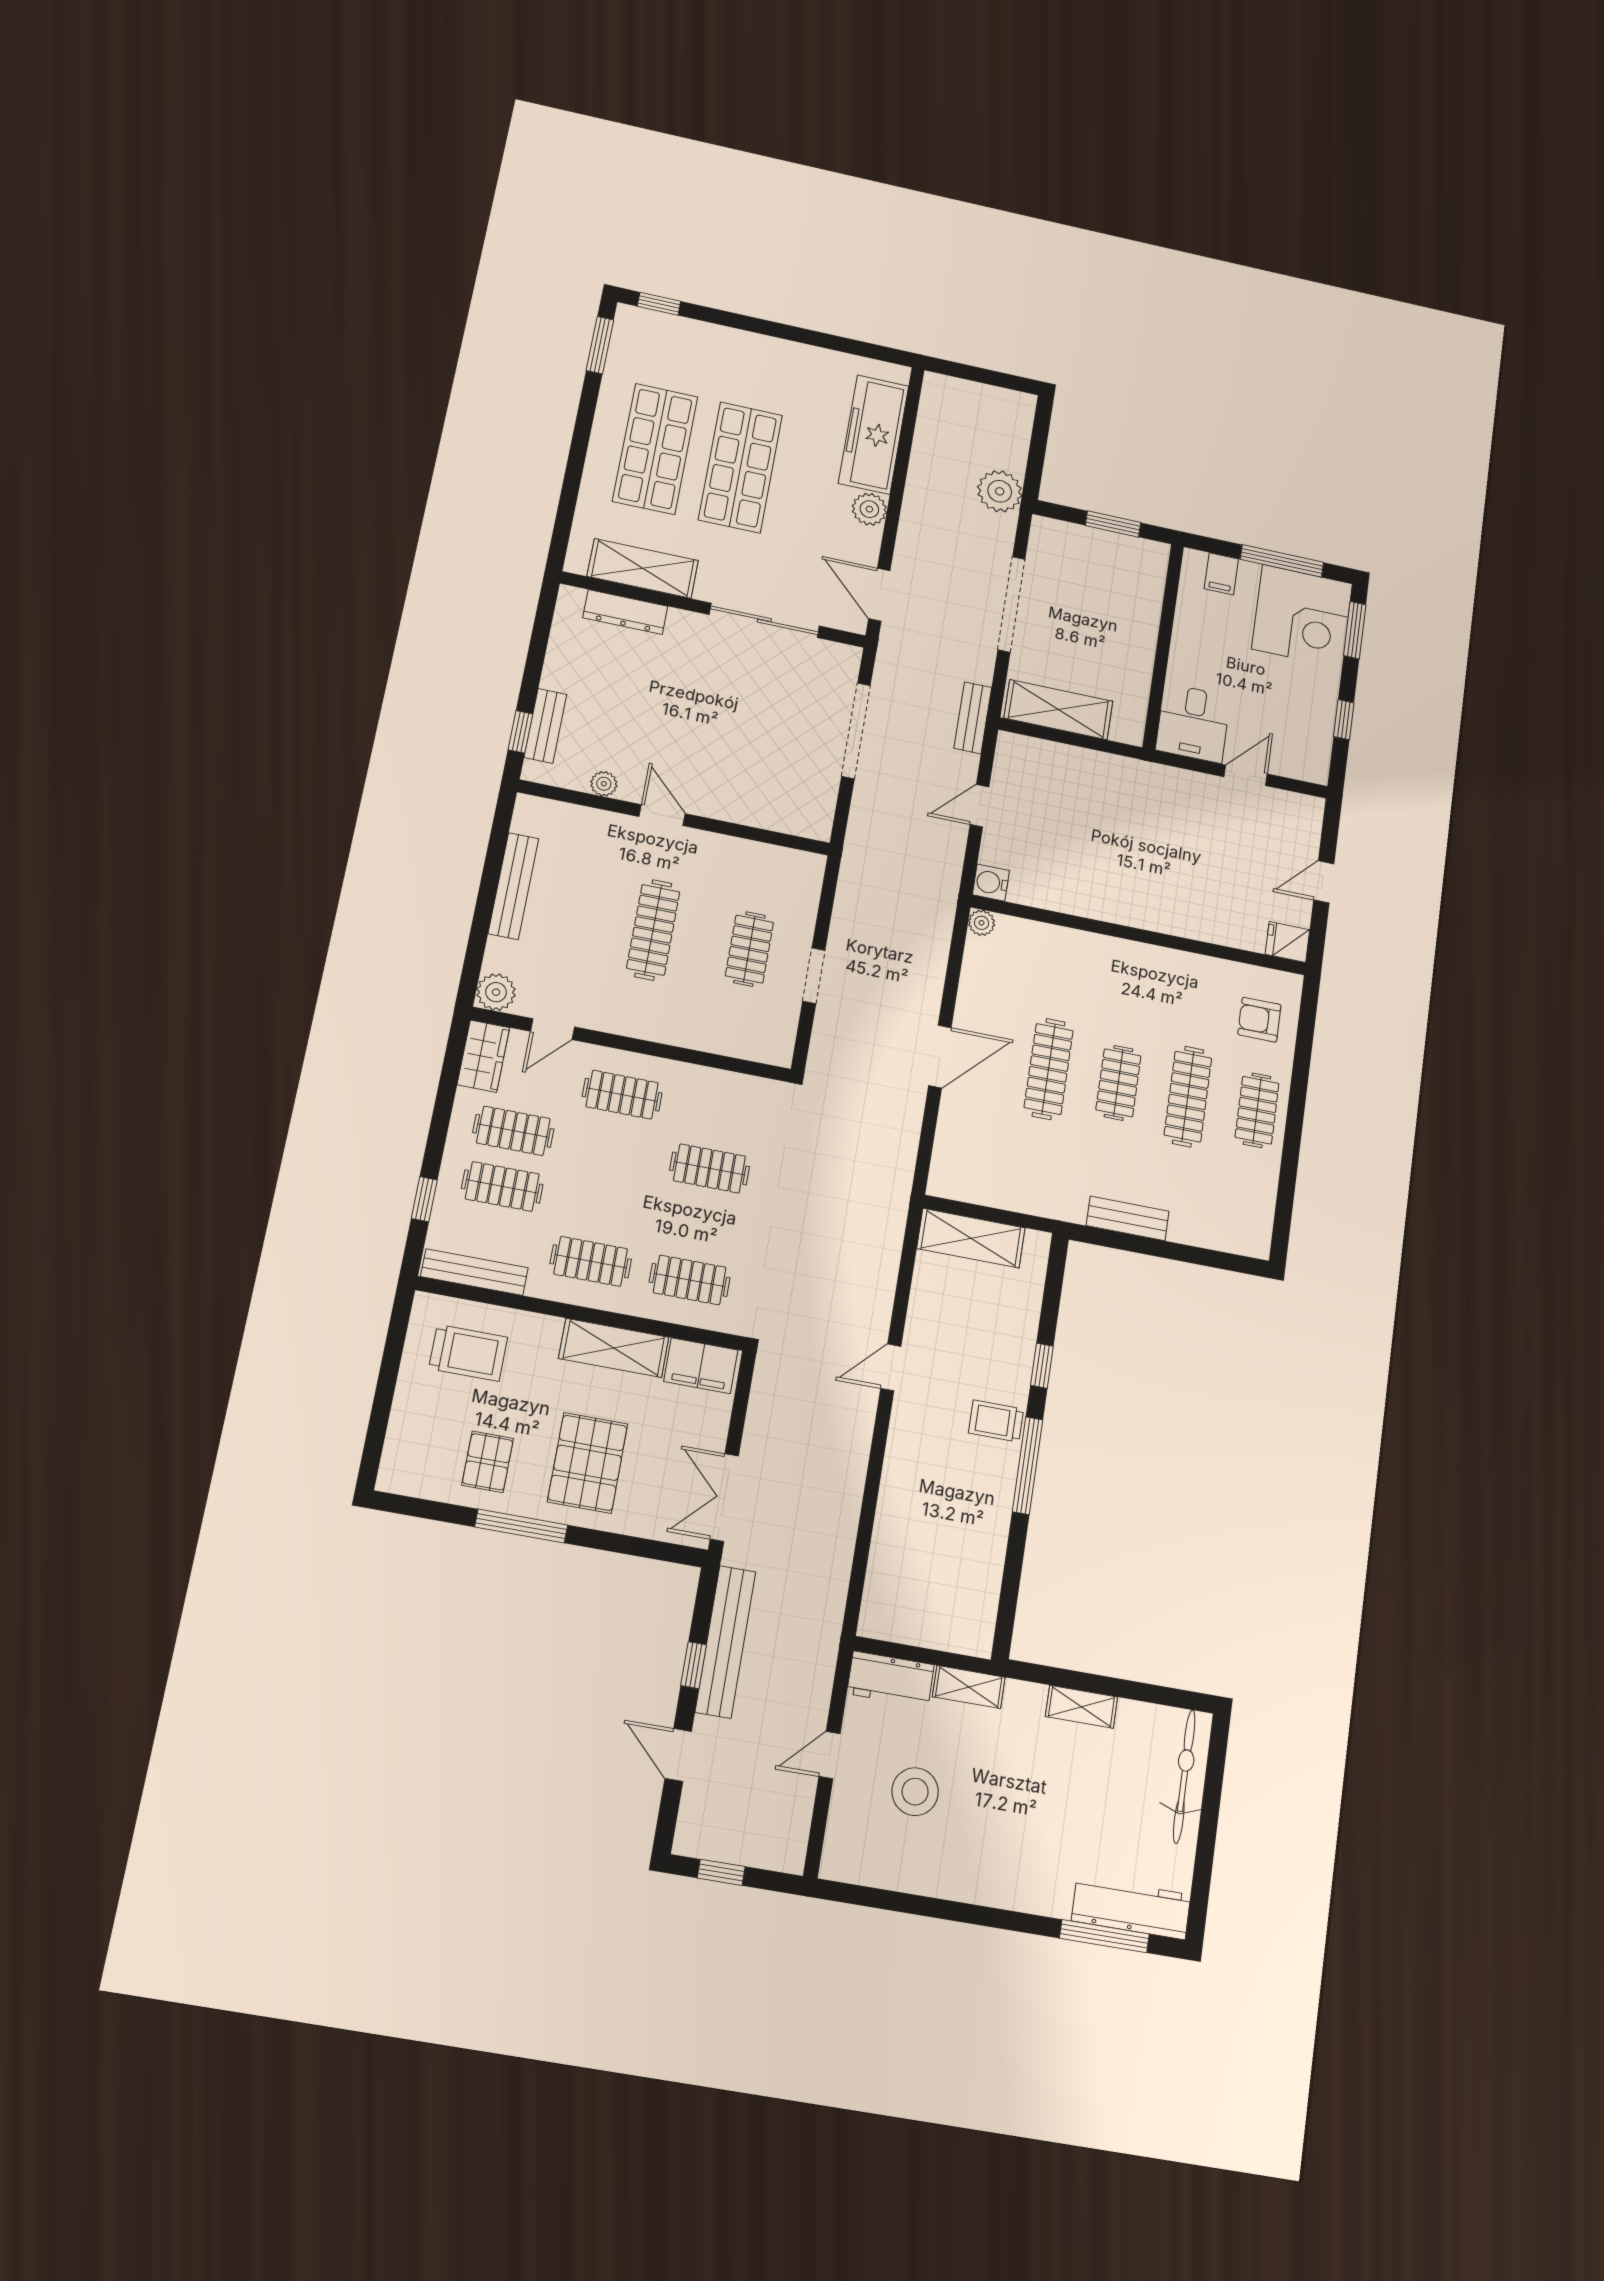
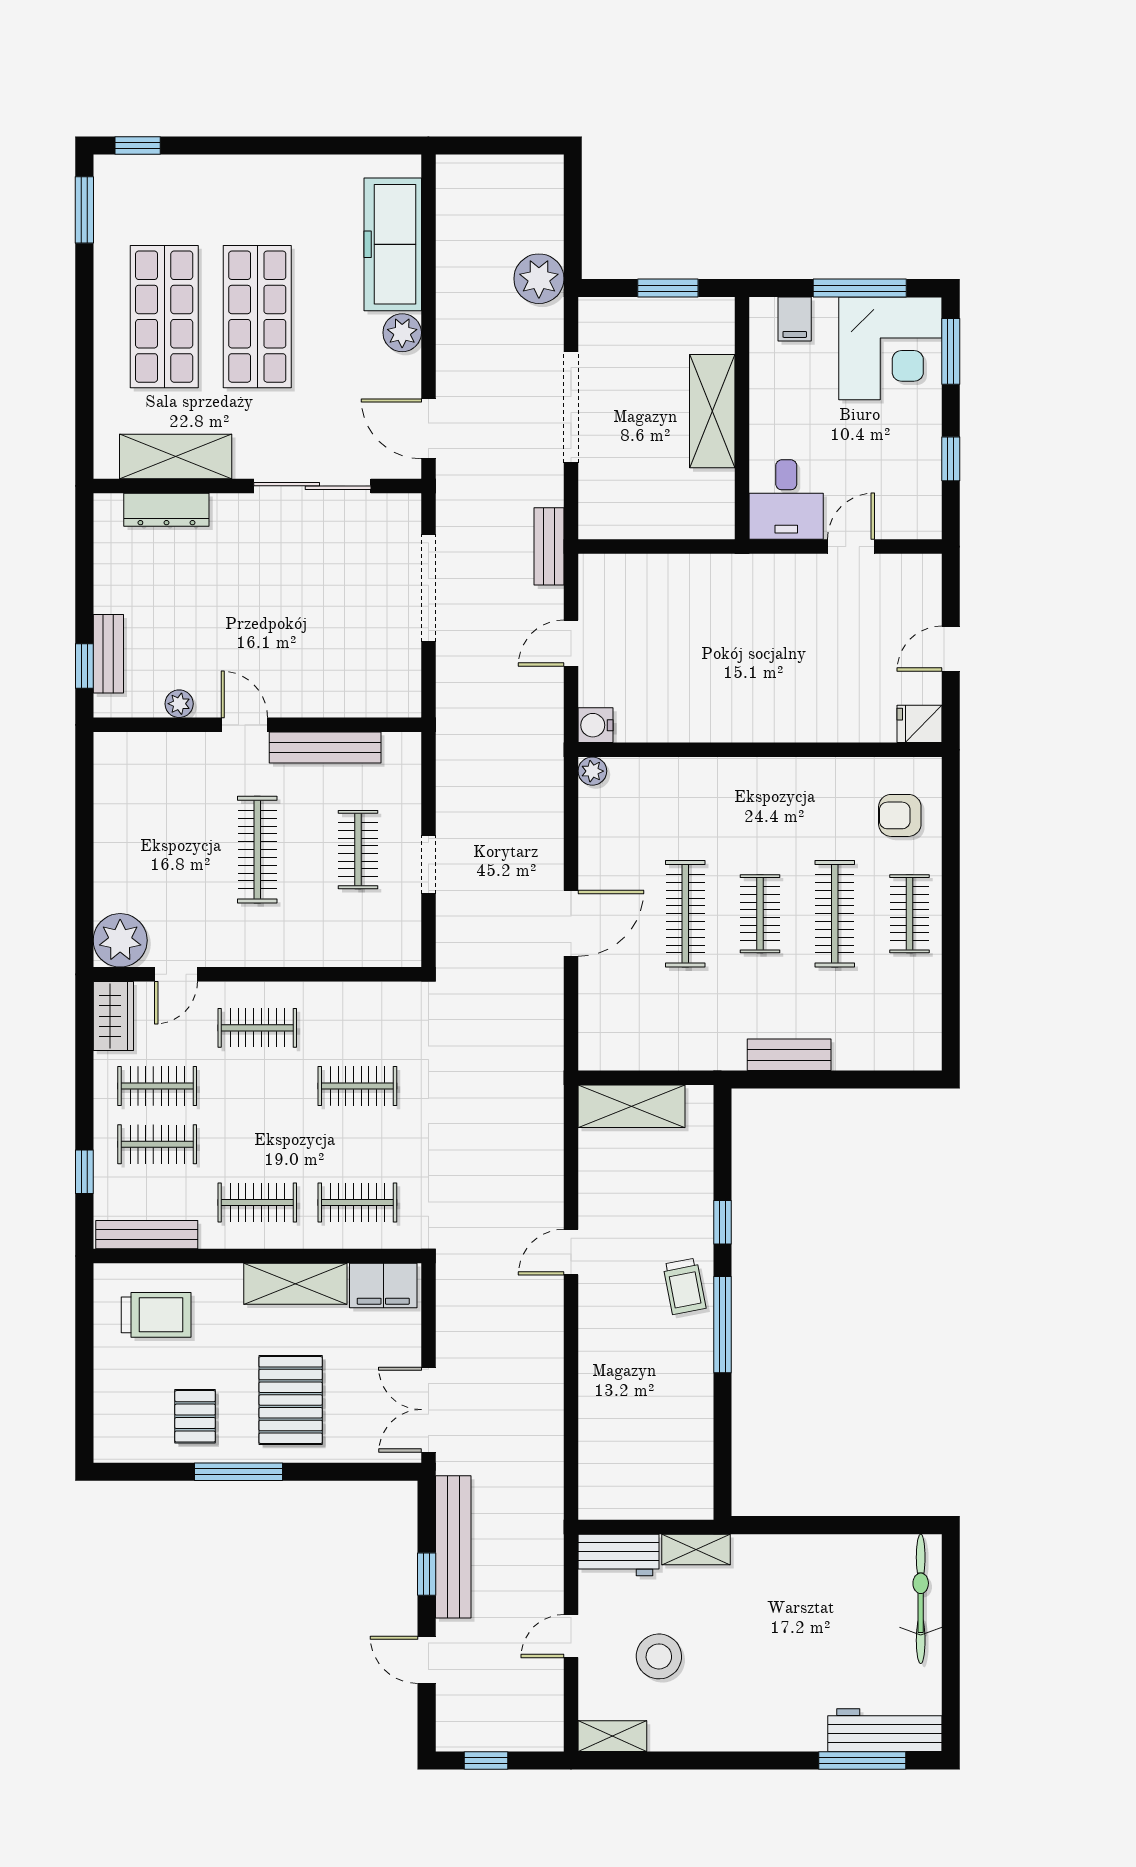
shelving: (1058, 710) -> (712, 411), moved, turned 90
bench: (513, 886) -> (325, 748), moved, turned 90
plant: (496, 992) -> (120, 940), width x1.36, depth x1.36
trolley: (996, 1421) -> (684, 1286), turned -101
shelving: (1081, 1707) -> (612, 1736), moved

